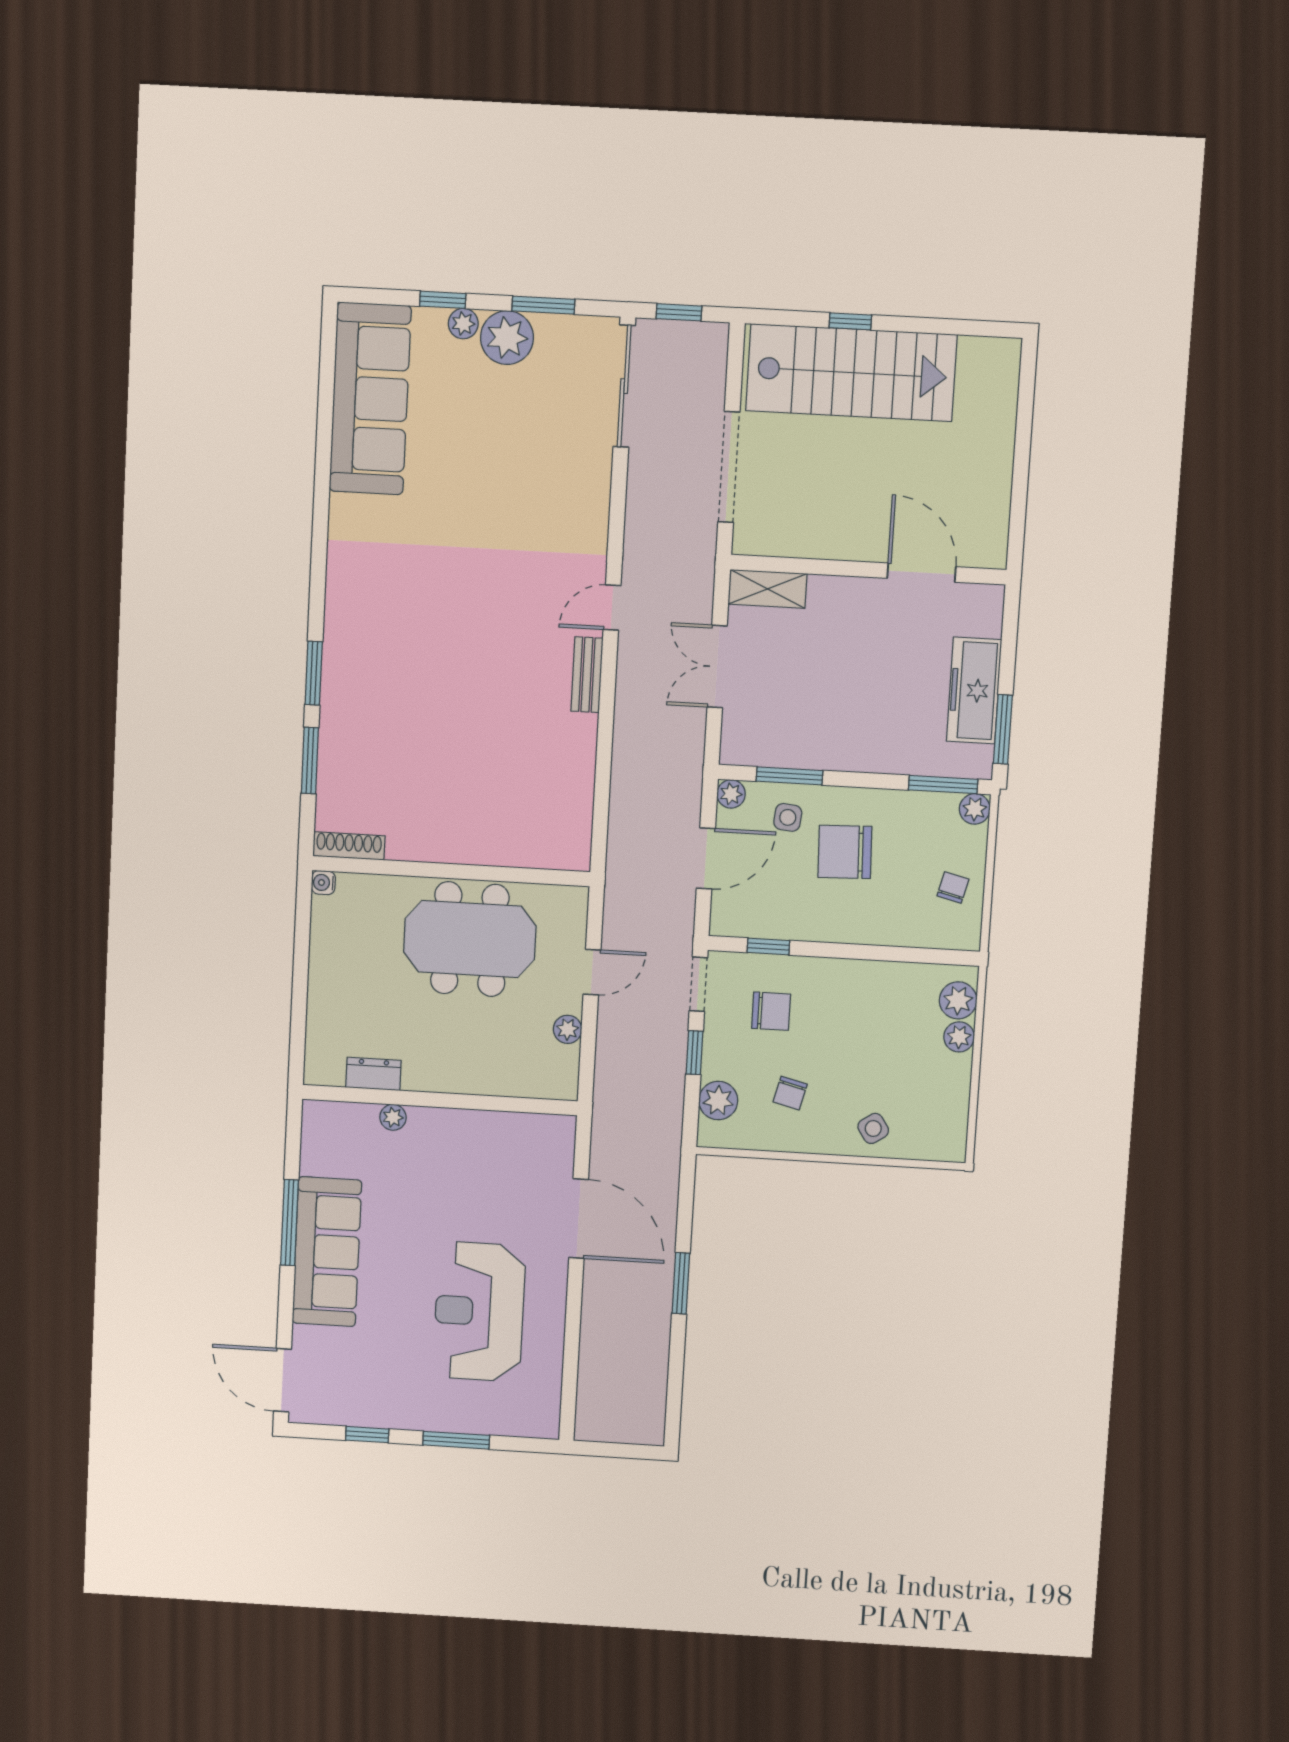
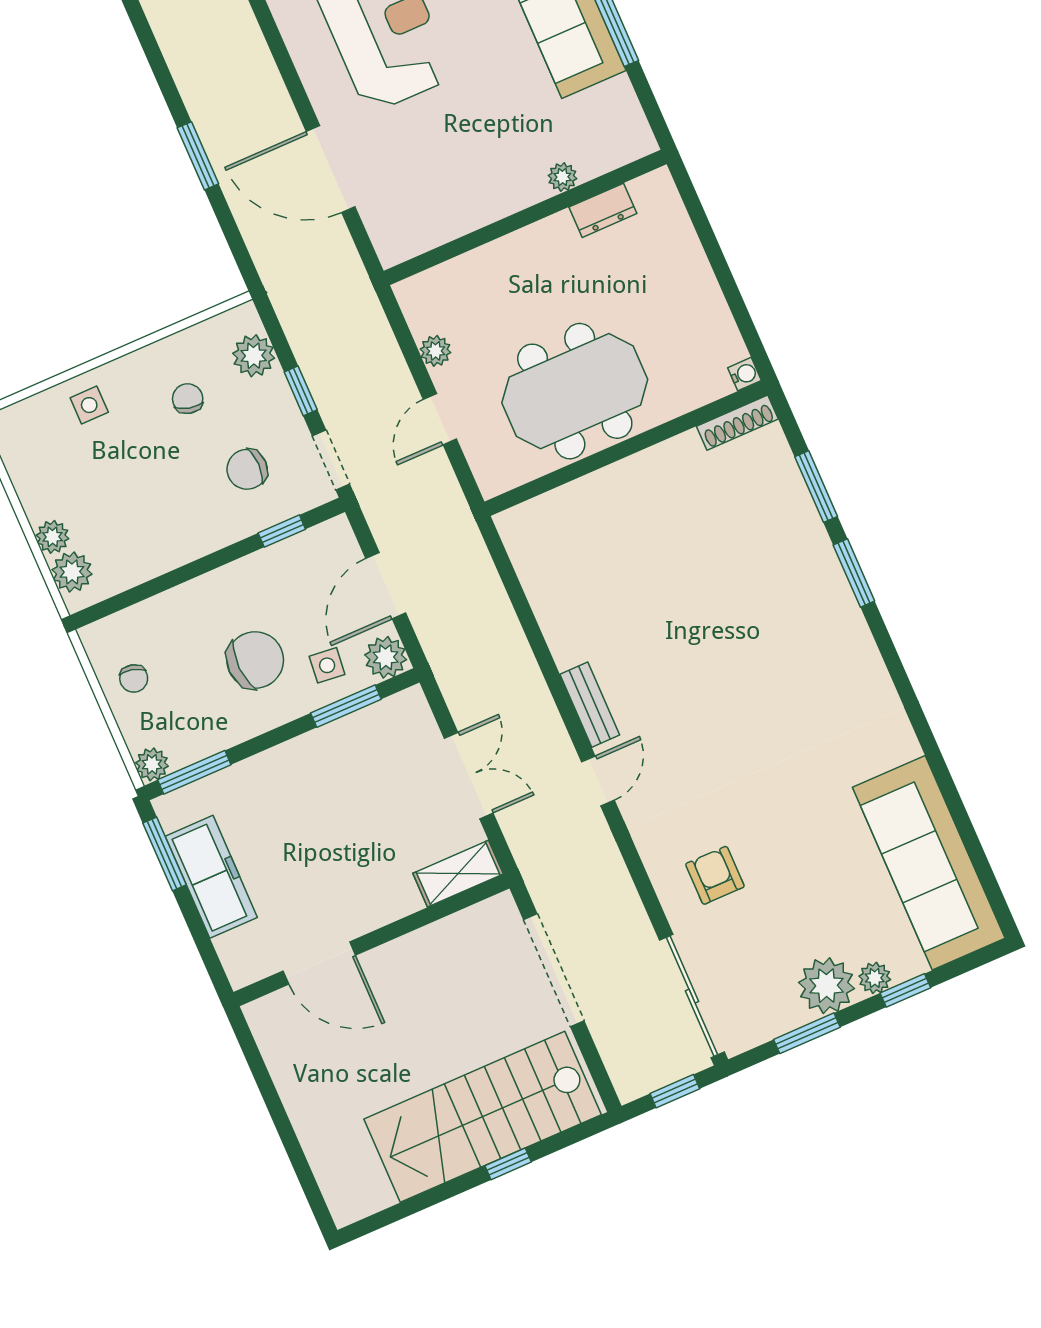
armchair: (554, 479) -> (715, 875), added
plant: (731, 794) -> (386, 657), width x1.38, depth x1.38
side table: (873, 1128) -> (89, 405), turned 34

